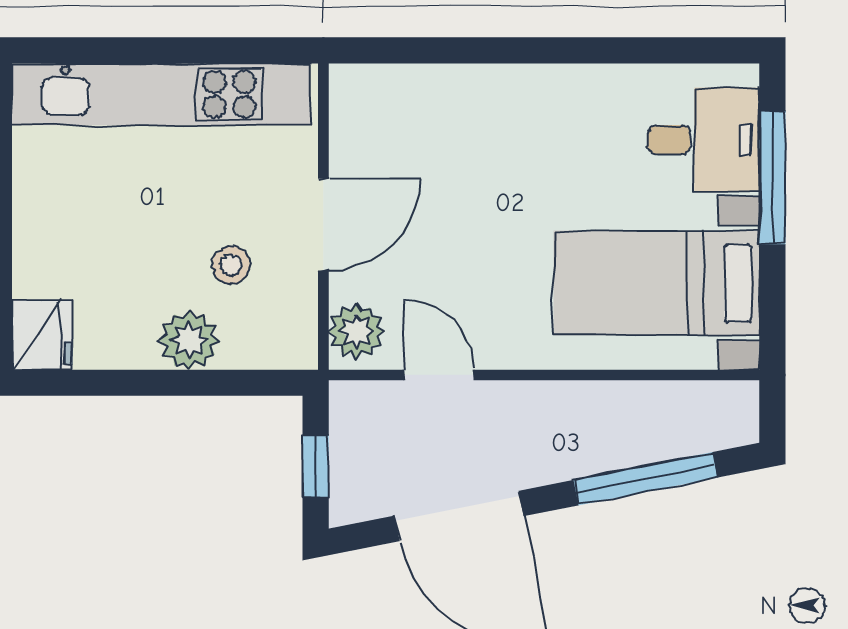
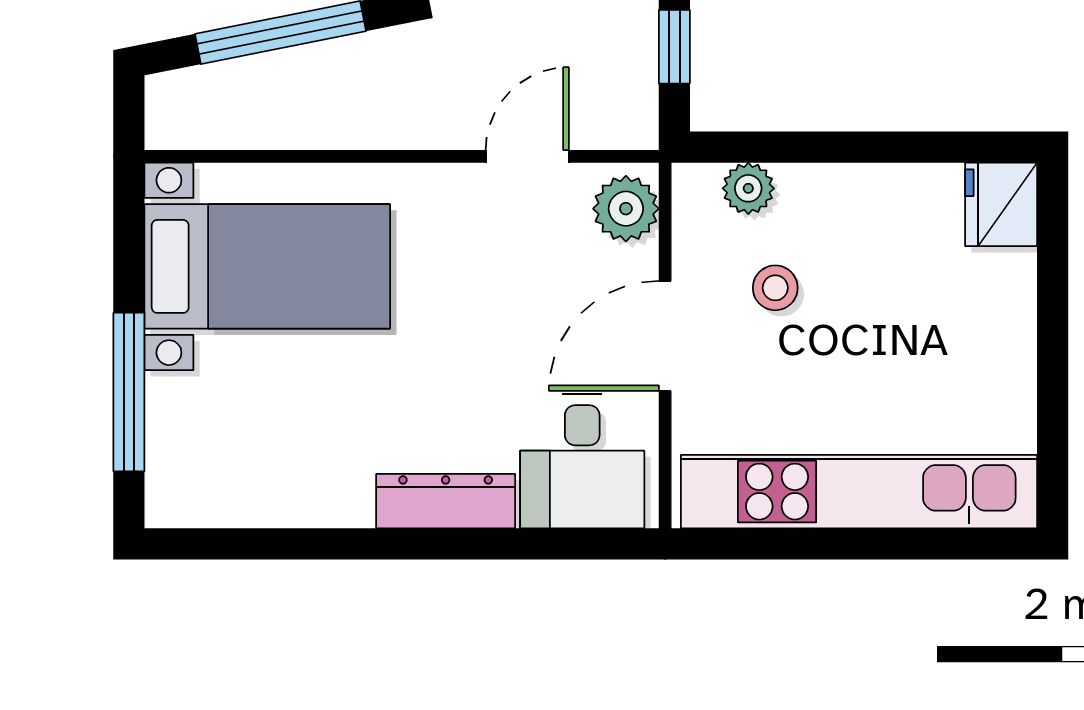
dresser: (507, 86) -> (446, 501), added
desk: (703, 140) -> (582, 461), moved, turned -90
plant: (189, 340) -> (748, 188), moved, width x0.73, depth x0.73
door: (439, 375) -> (527, 156), swing flipped

